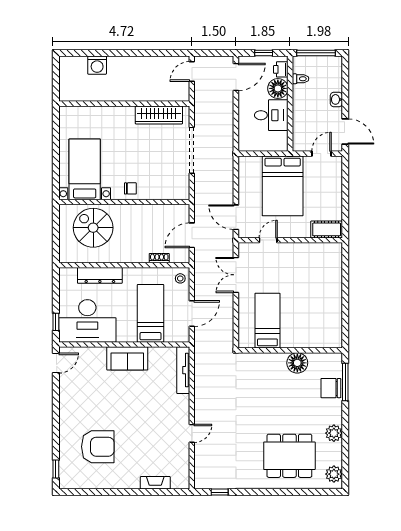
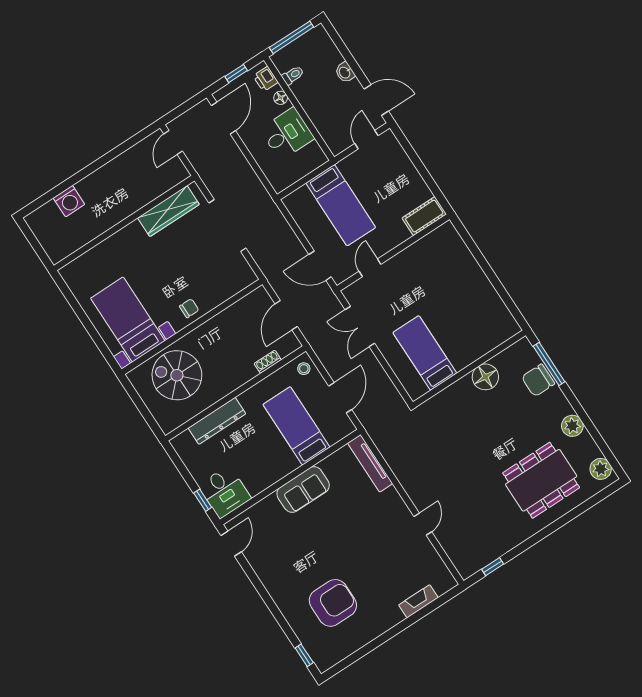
floor lamp: (278, 88) -> (281, 98), width x0.53, depth x0.53
bed: (283, 186) -> (341, 205), width x0.67
desk: (87, 321) -> (225, 492), width x0.53, depth x0.77

